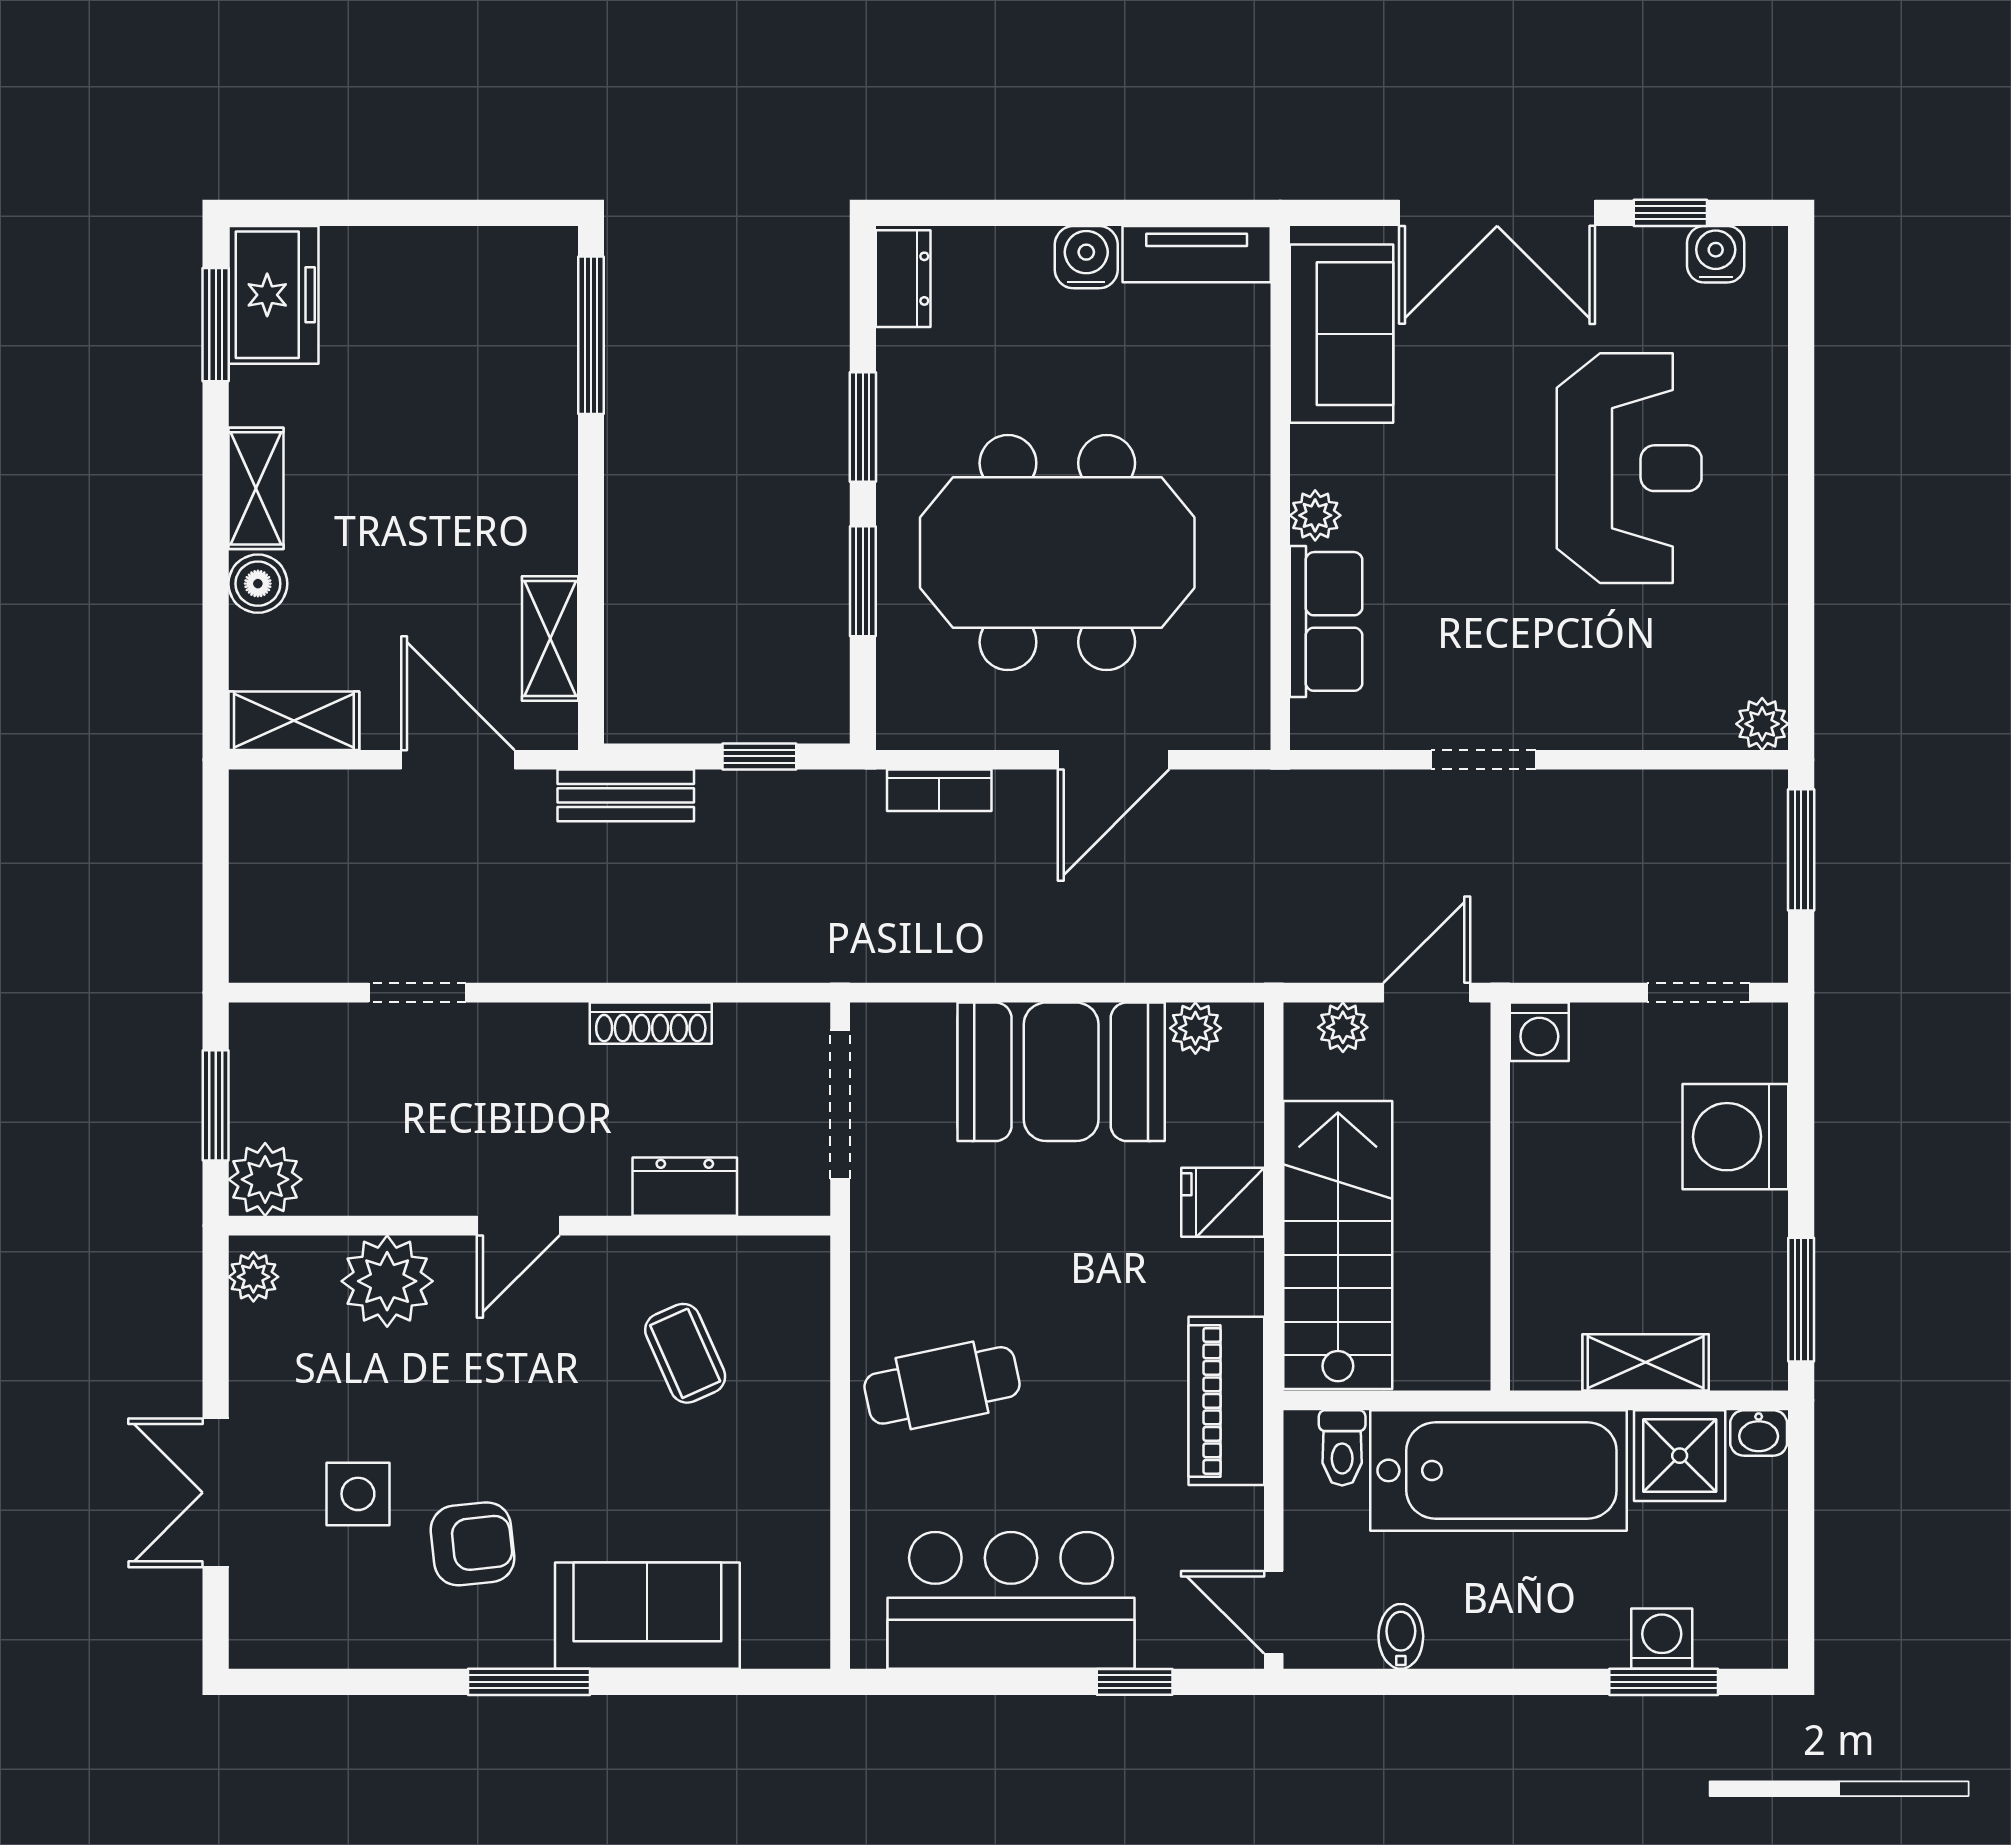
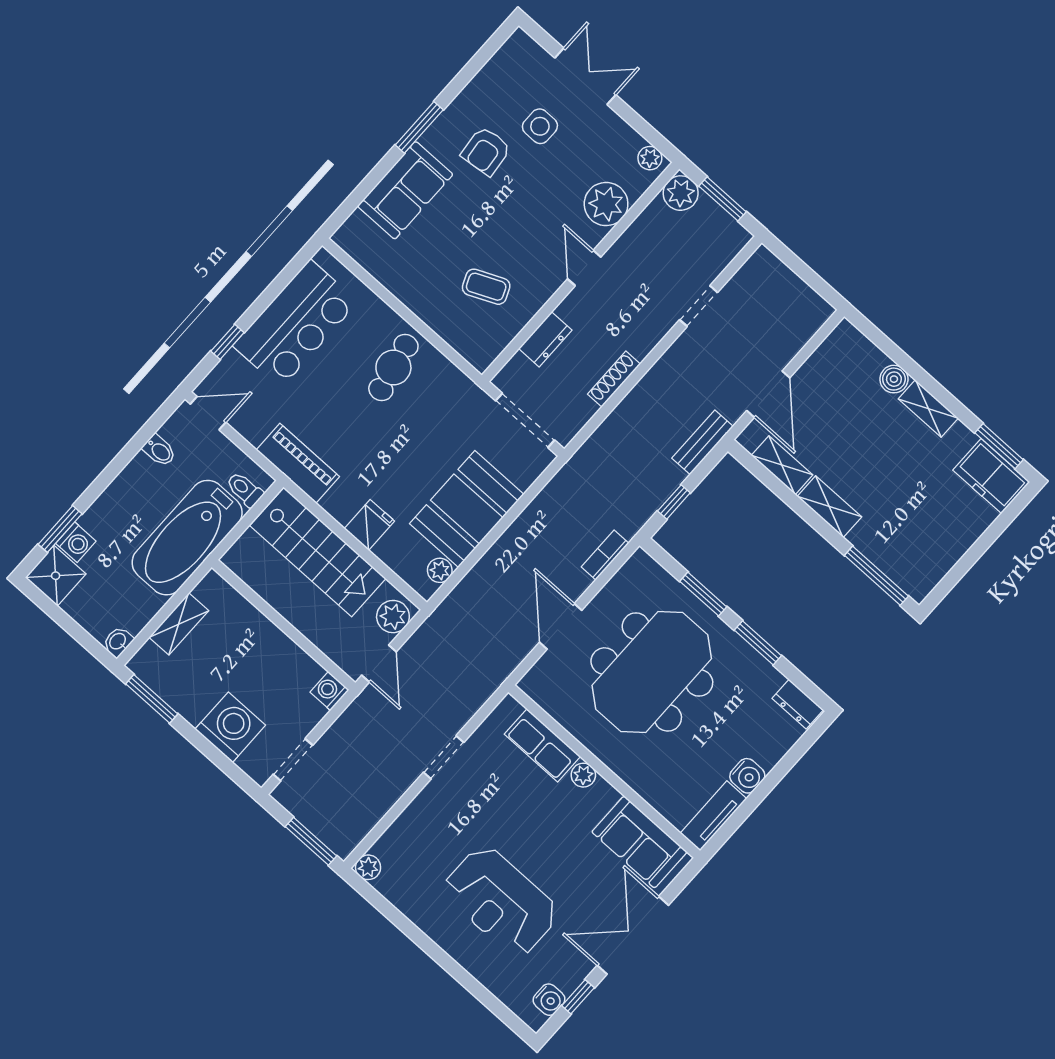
shelving: (294, 721) -> (829, 507), moved, turned 90
door: (458, 760) -> (768, 394), hinge flipped
plant: (1343, 1027) -> (393, 617), width x1.38, depth x1.38
shower: (1680, 1456) -> (56, 576), moved

